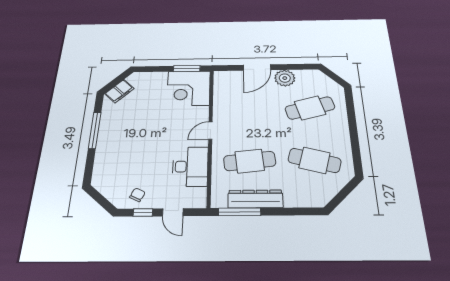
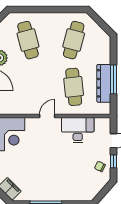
door: (210, 130) -> (47, 116), swing flipped
window: (240, 212) -> (113, 79), moved

